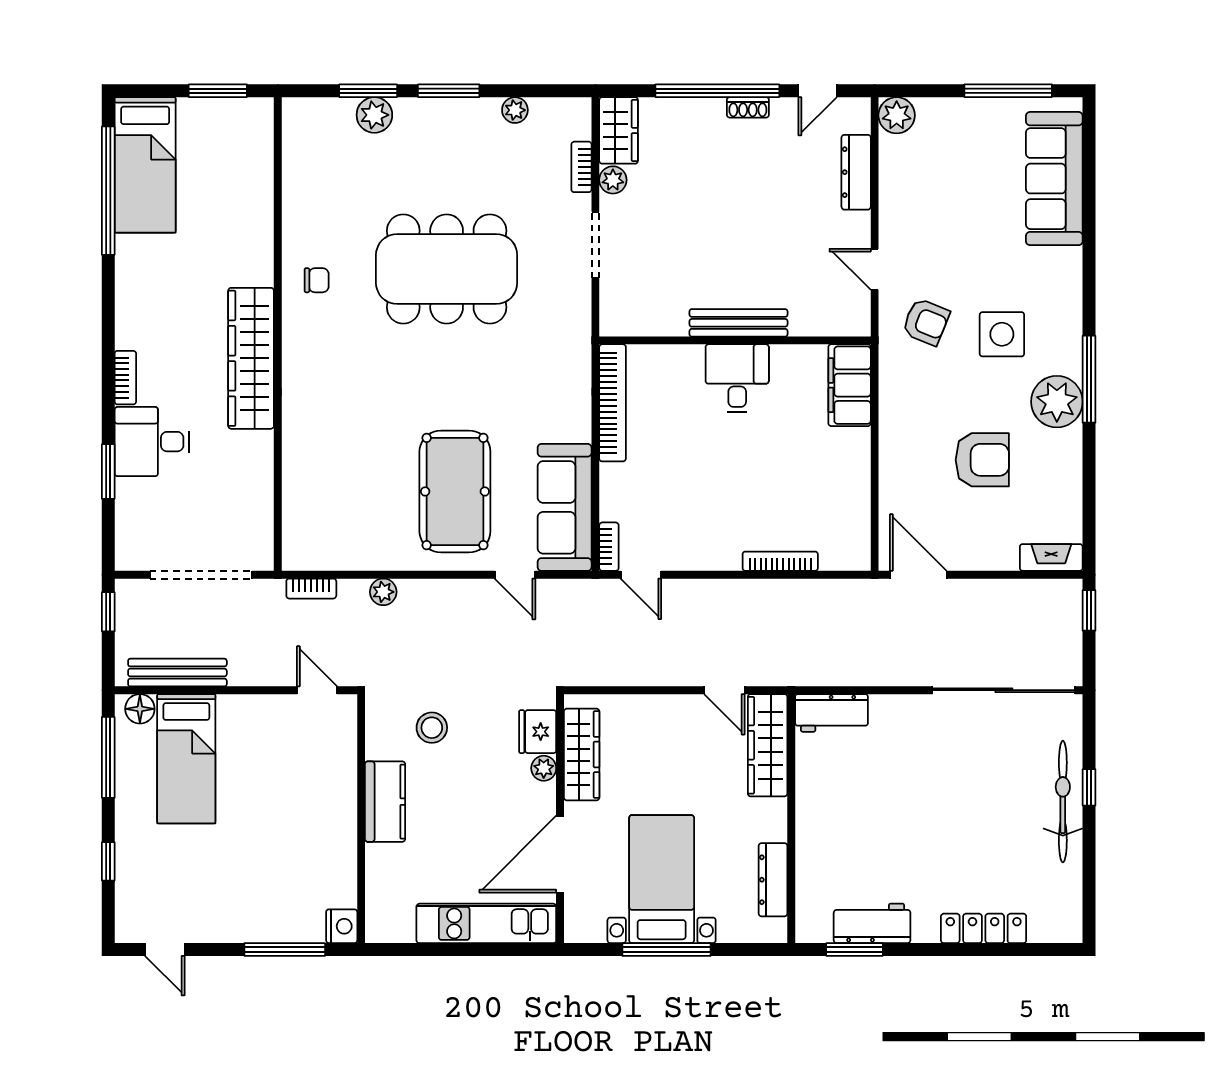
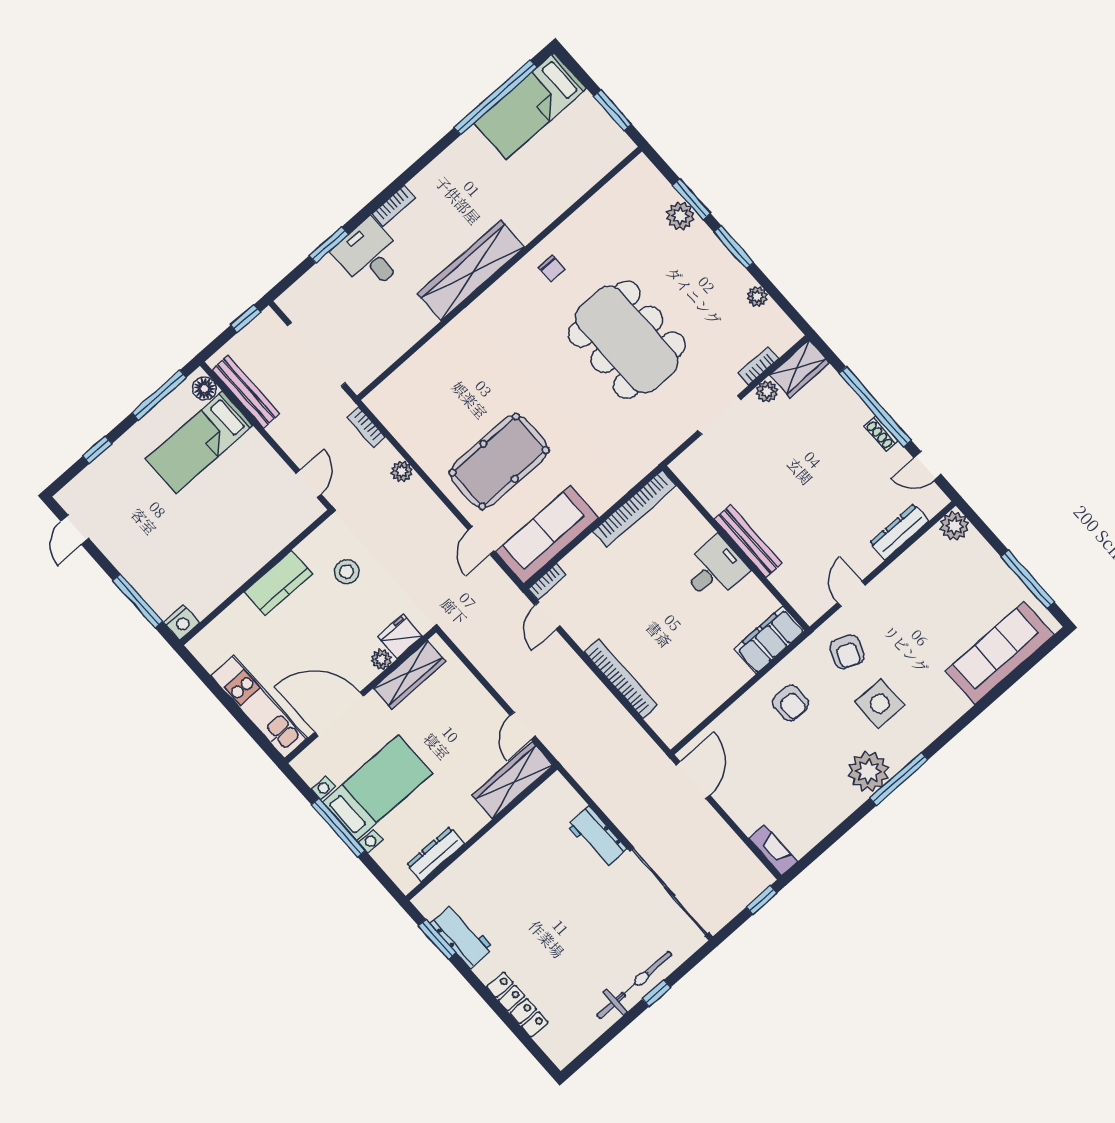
armchair: (982, 460) -> (791, 703), moved, width x0.72, depth x0.72
bookcase: (780, 561) -> (621, 679), width x1.48, depth x1.31
workbench: (831, 713) -> (597, 837), moved

